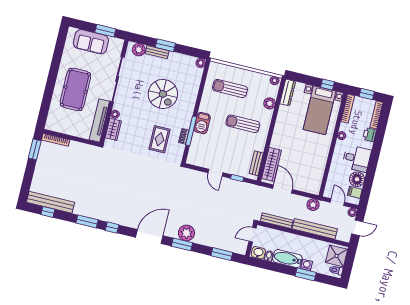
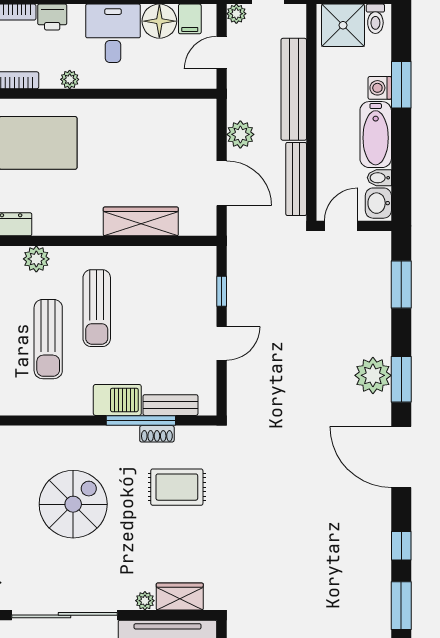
sun lounger: (230, 89) -> (48, 339), moved
bench: (256, 163) -> (170, 405), moved
wardrobe: (272, 164) -> (141, 221), moved
door: (283, 189) -> (222, 183), swing flipped
plant: (313, 205) -> (240, 134), moved
door: (252, 235) -> (341, 226), swing flipped

